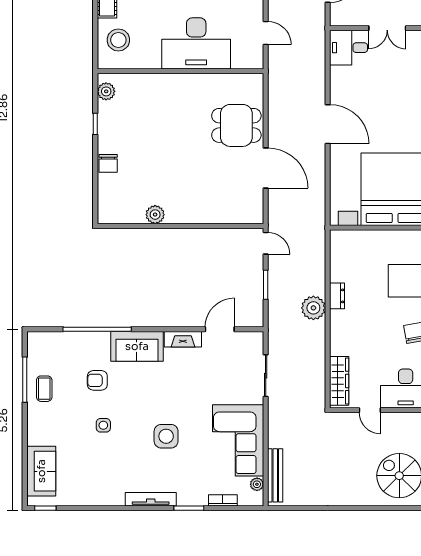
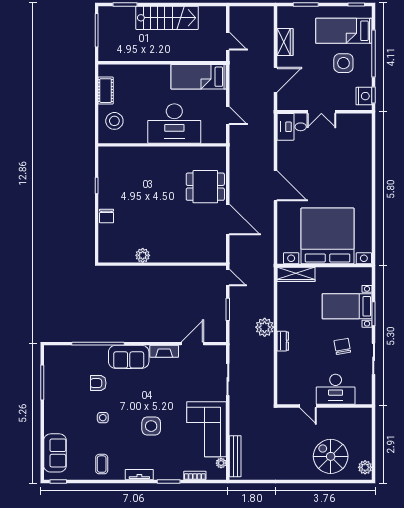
plant: (106, 91) -> (105, 161), removed
dresser: (337, 296) -> (283, 341), moved
wardrobe: (339, 381) -> (296, 274), moved, turned 90
coffee table: (44, 389) -> (102, 464), moved
tv unit: (151, 499) -> (139, 475), width x0.71

